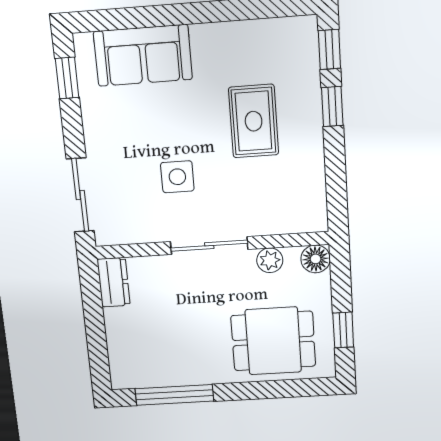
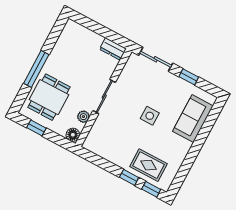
window: (67, 78) -> (189, 77), moved
rug: (254, 121) -> (148, 165), moved
side table: (177, 177) -> (150, 116), moved
window: (174, 395) -> (36, 69), moved

